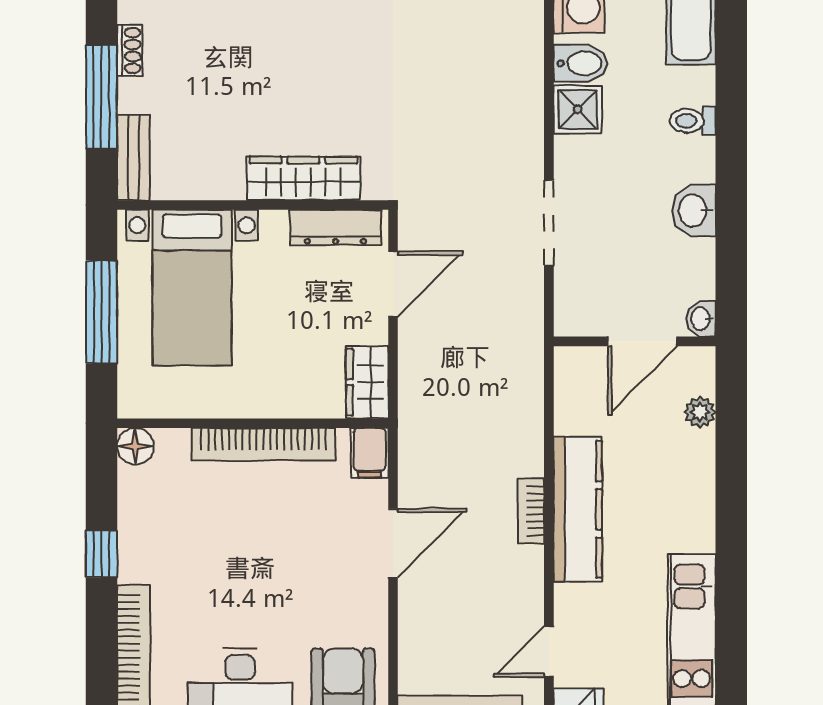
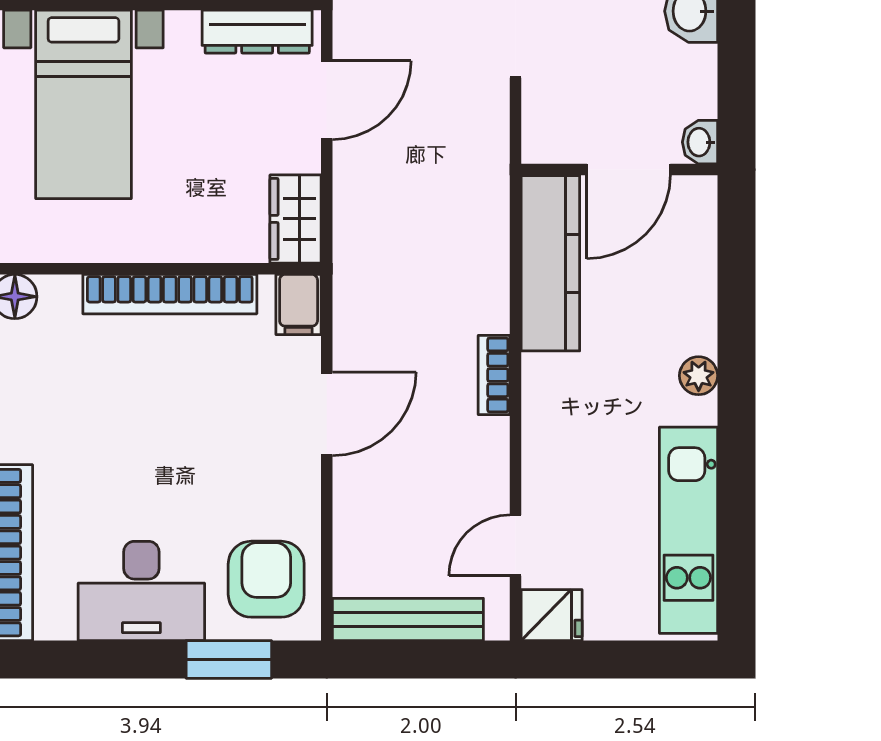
plant: (700, 412) -> (699, 376), moved
kitchen counter: (578, 509) -> (550, 263), moved

